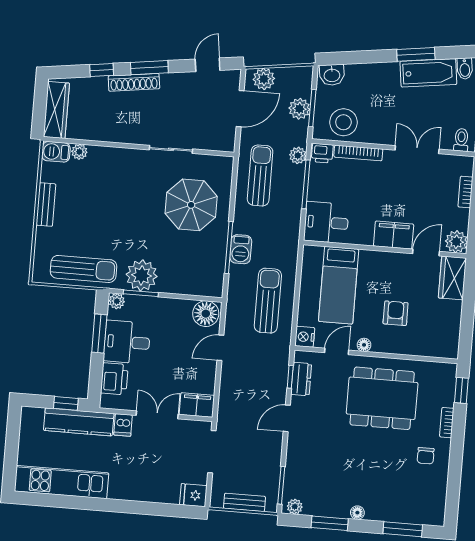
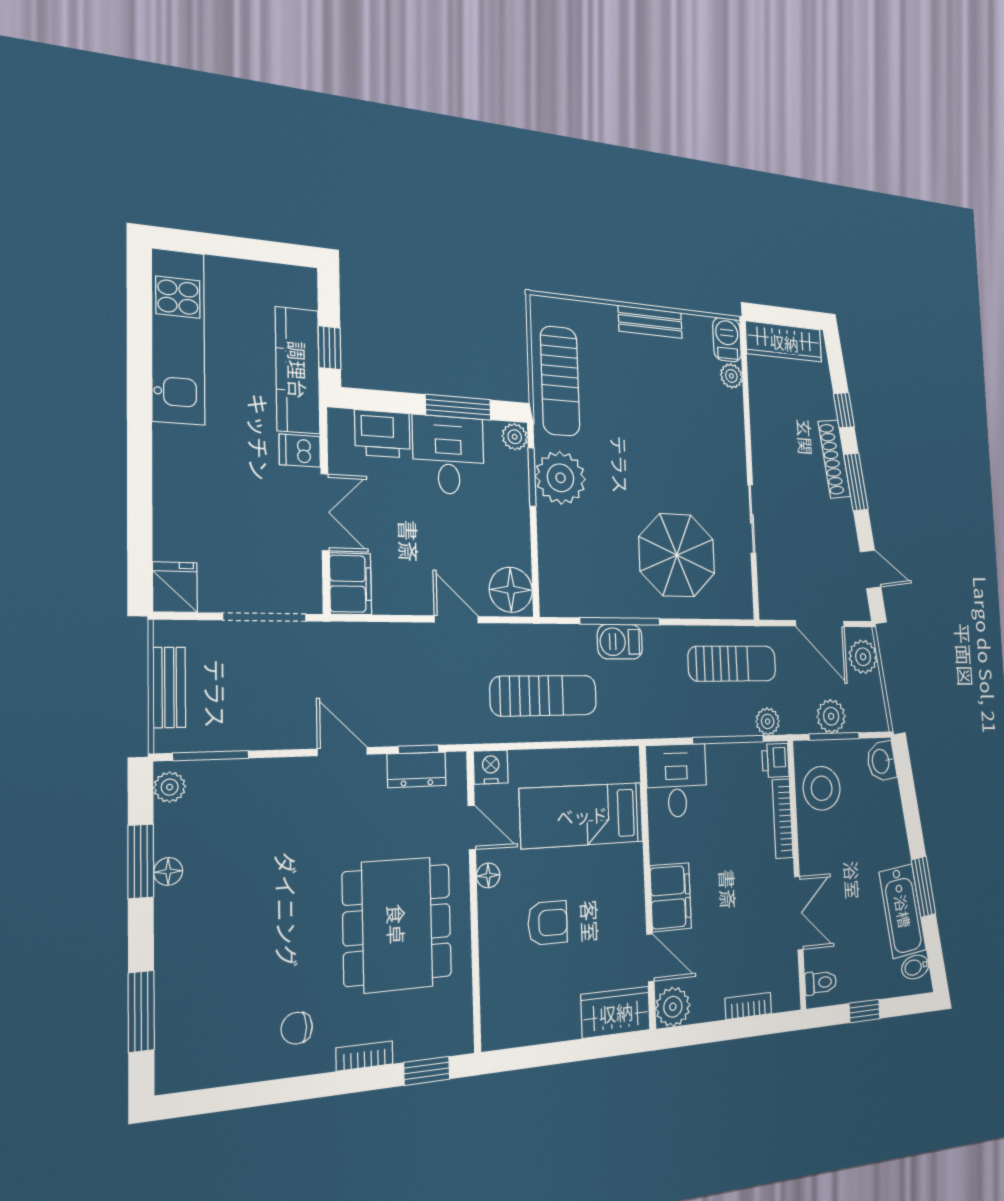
floor lamp: (357, 513) -> (168, 871), moved

